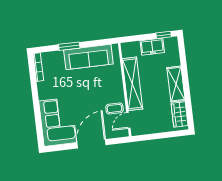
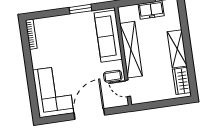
window: (69, 46) -> (80, 9), moved
sofa: (88, 57) -> (108, 36), moved, turned 90
door: (128, 120) -> (128, 88), hinge flipped

